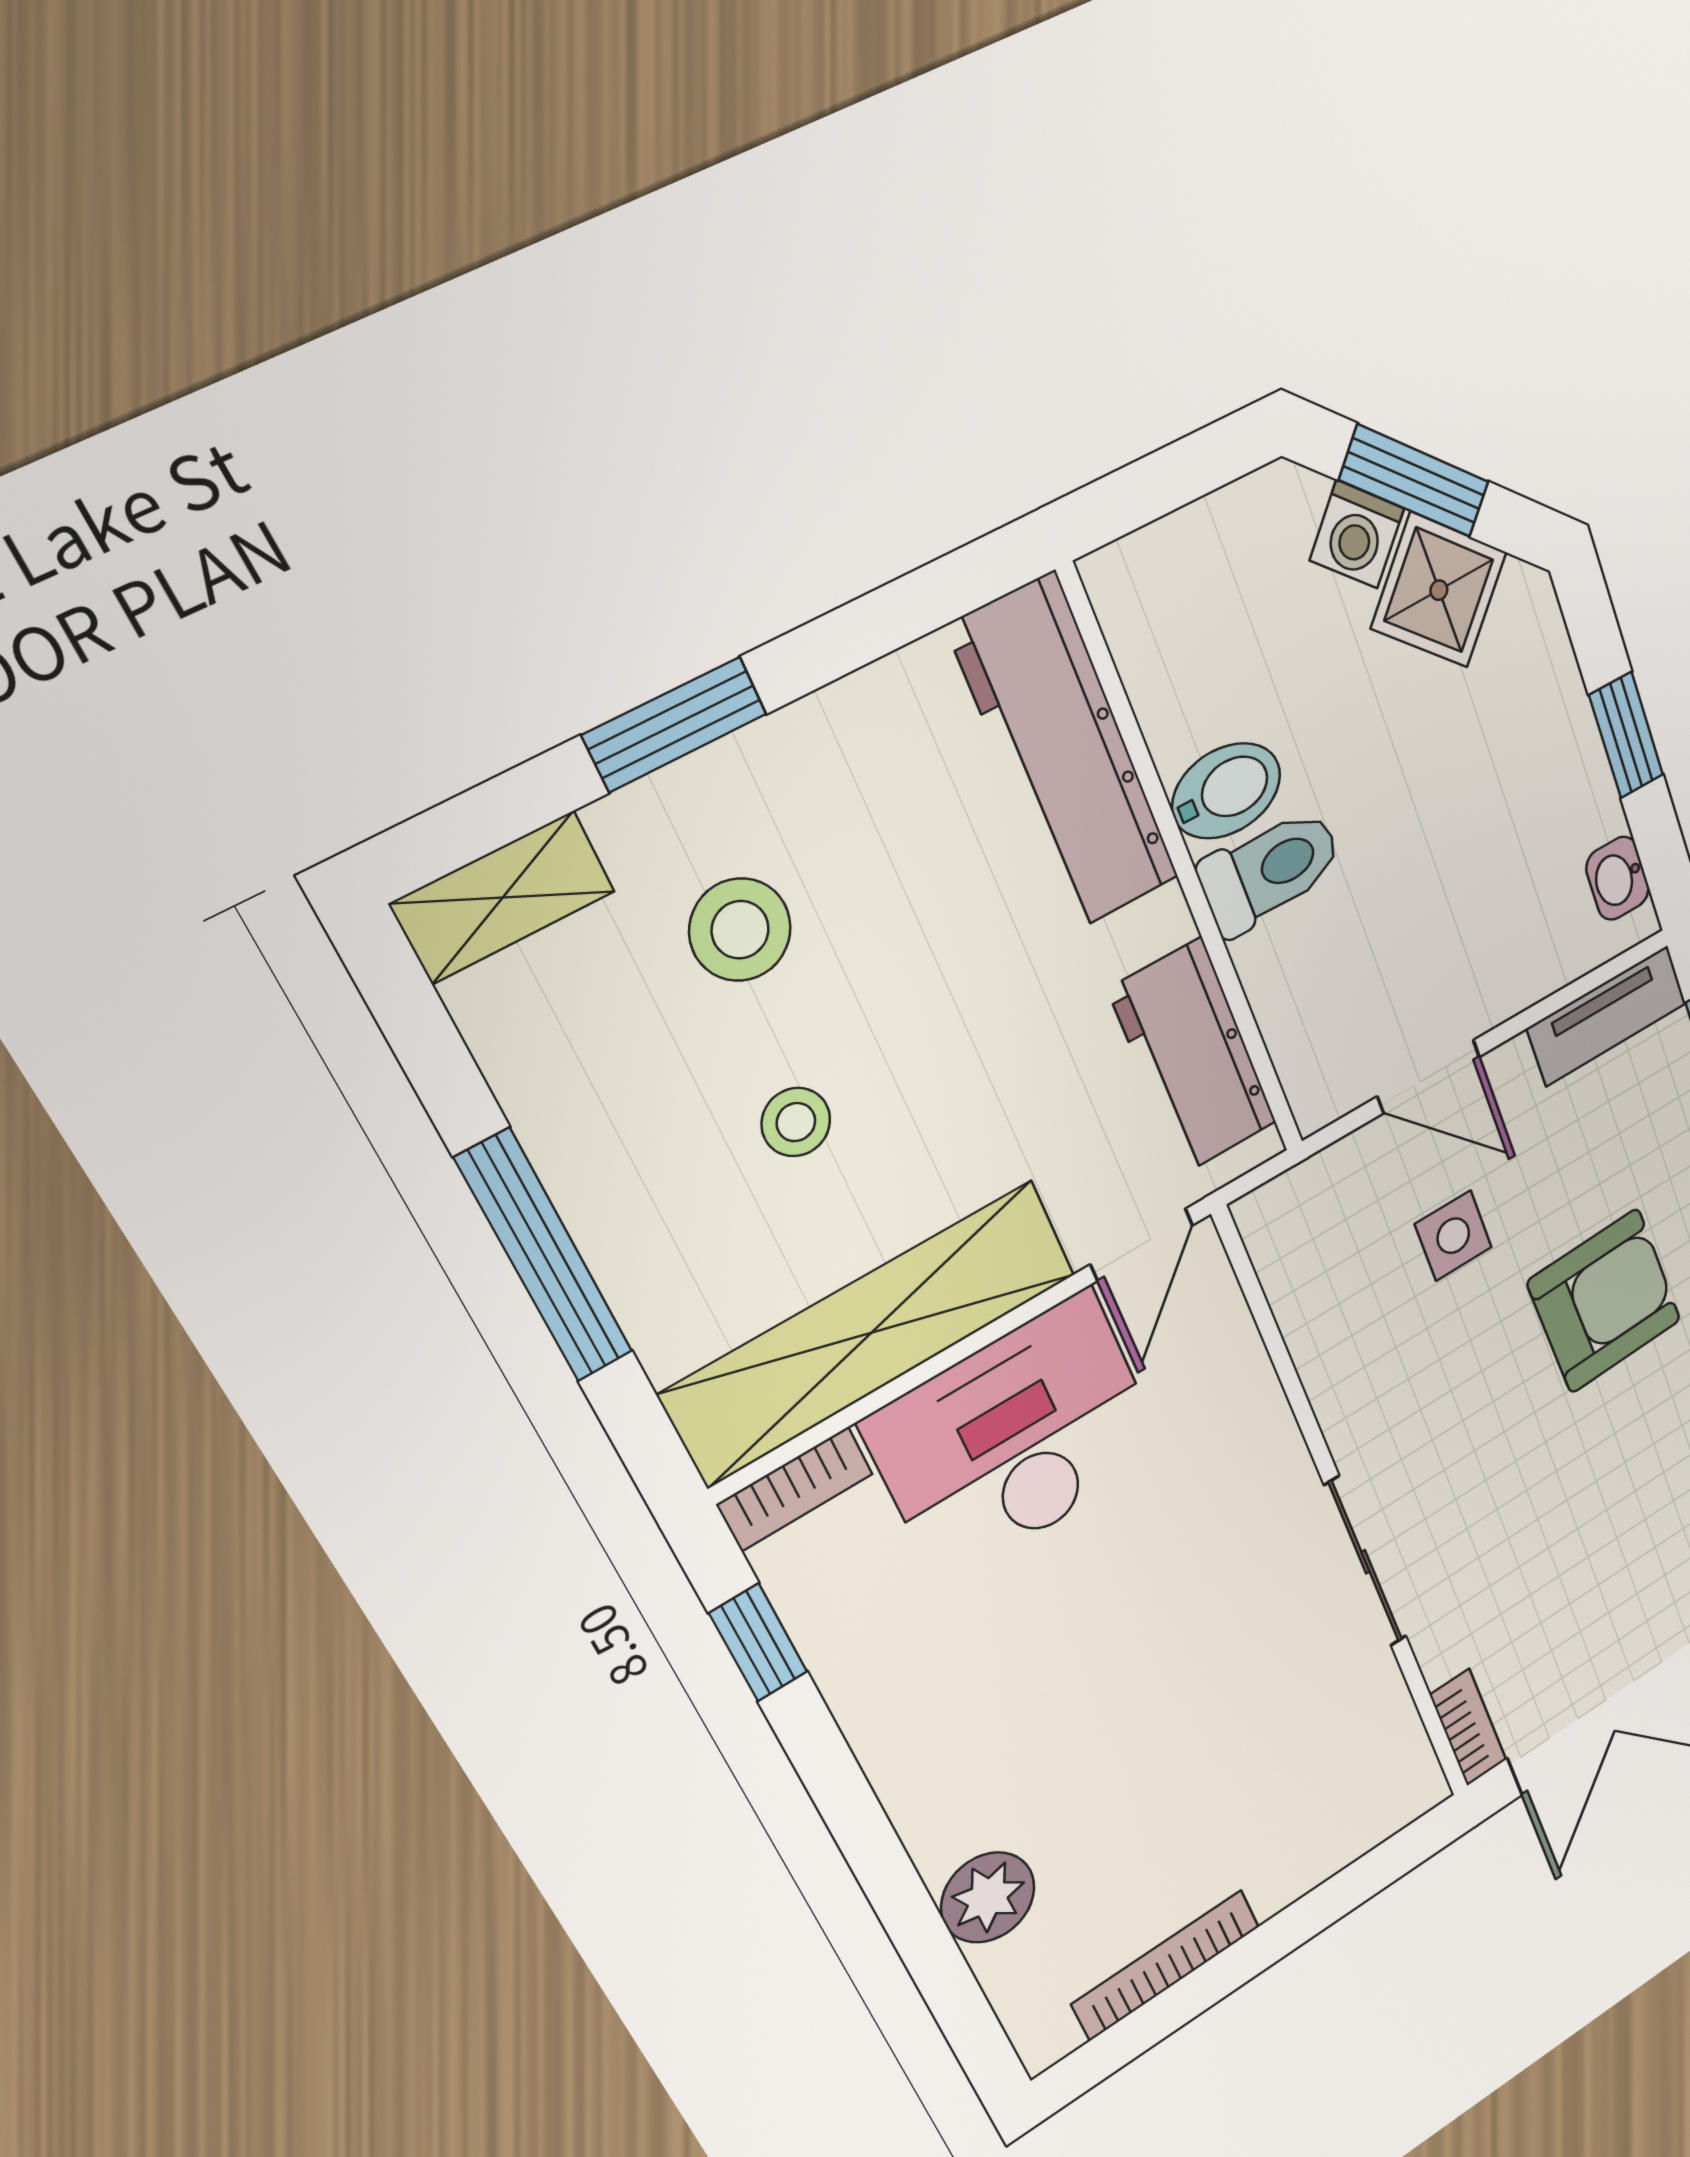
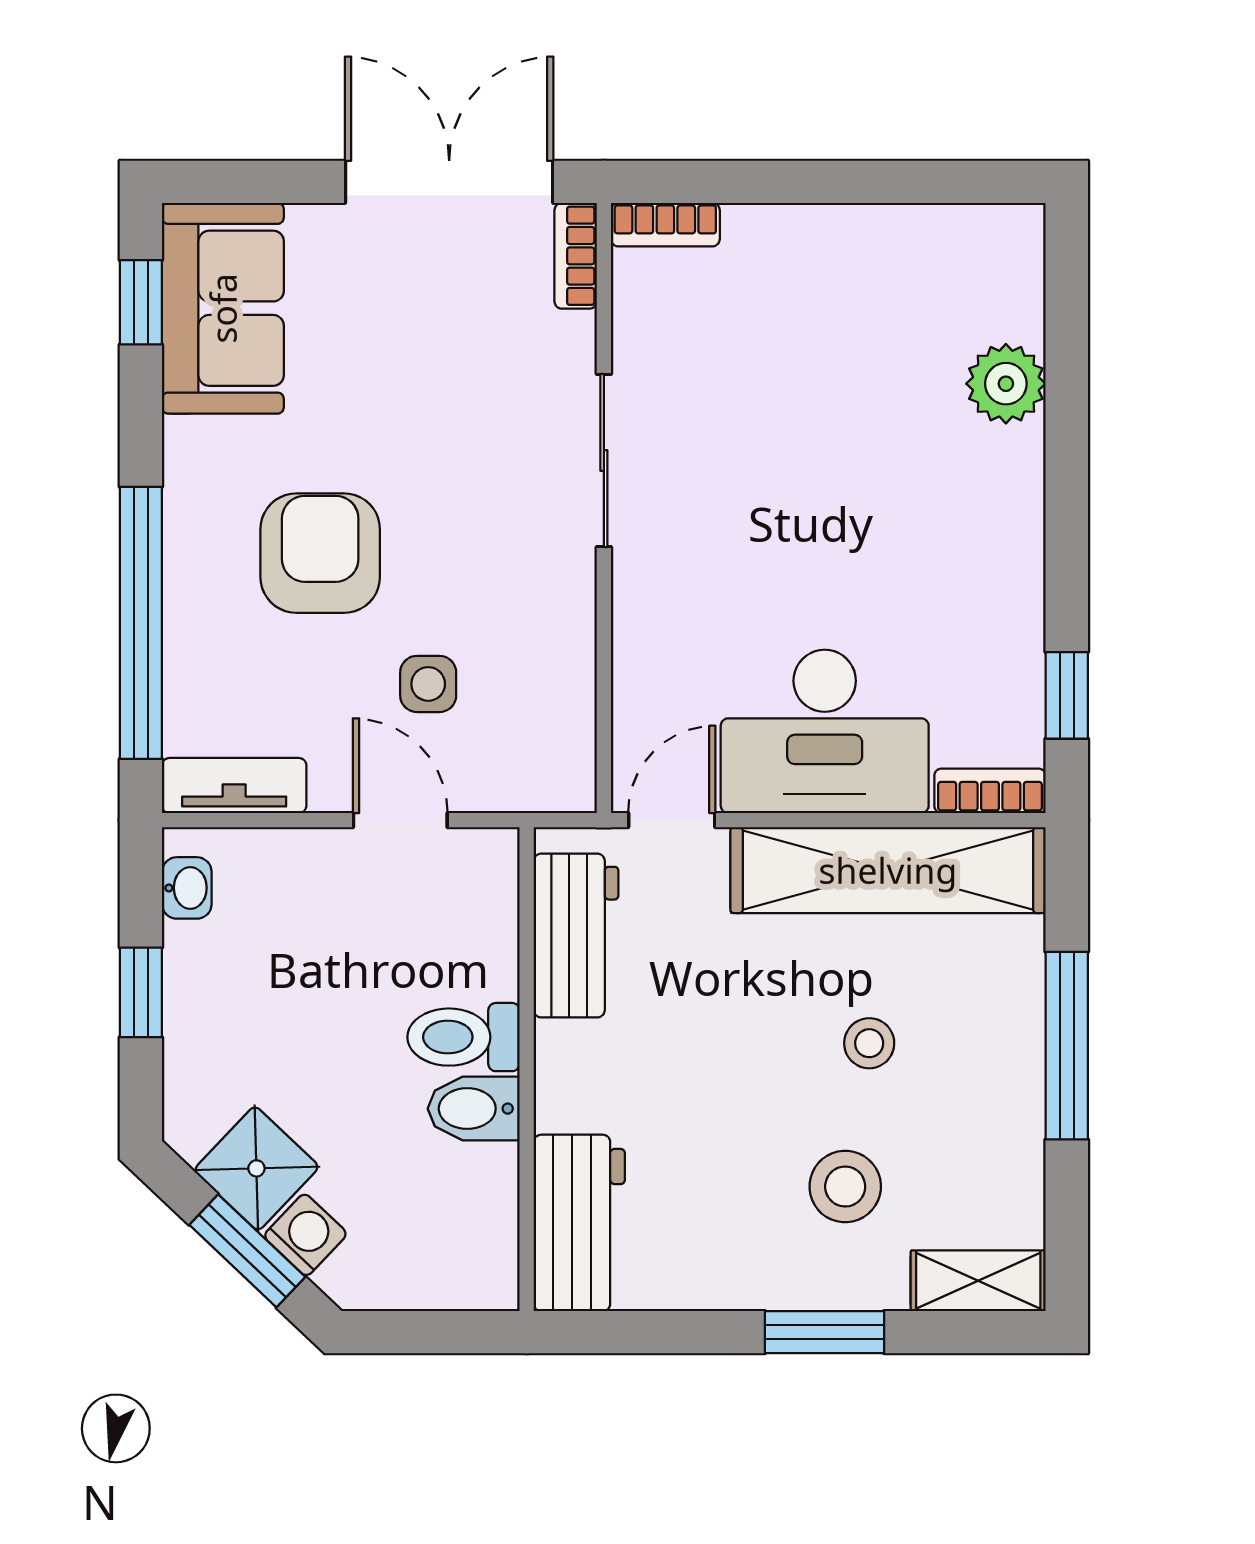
workbench: (1065, 755) -> (579, 1223), width x0.73
armchair: (1604, 1301) -> (320, 553), turned 92
bookcase: (1166, 1965) -> (665, 225), moved, width x0.64

